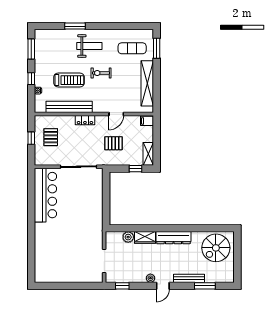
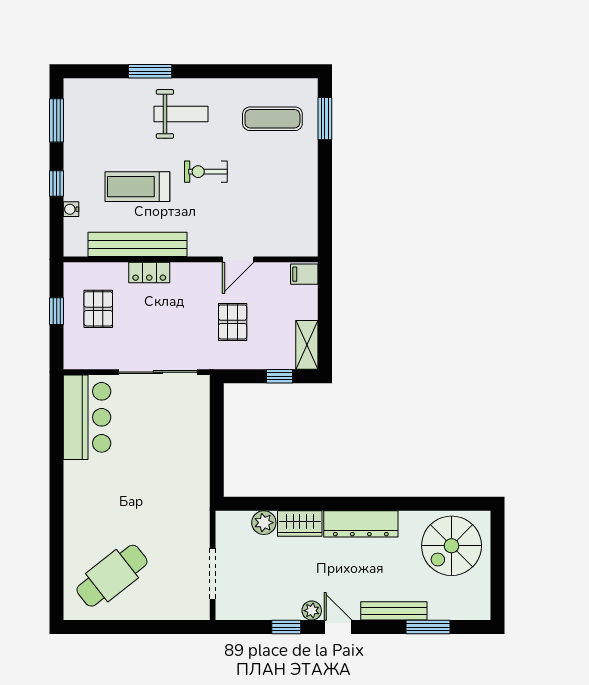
treadmill: (69, 80) -> (137, 187), turned 180
shelving: (147, 83) -> (305, 194), removed
locker: (85, 120) -> (149, 272), moved
pallet: (114, 143) -> (233, 322), turned 90
bar counter: (45, 195) -> (87, 417), width x0.73
cafe table: (57, 262) -> (112, 576), added
window: (122, 286) -> (286, 627), moved
door: (163, 286) -> (338, 627), swing flipped

